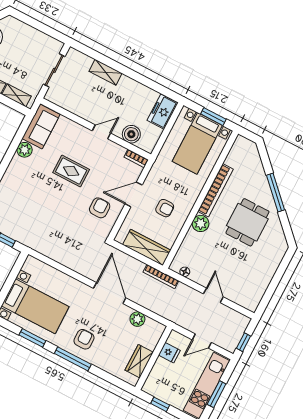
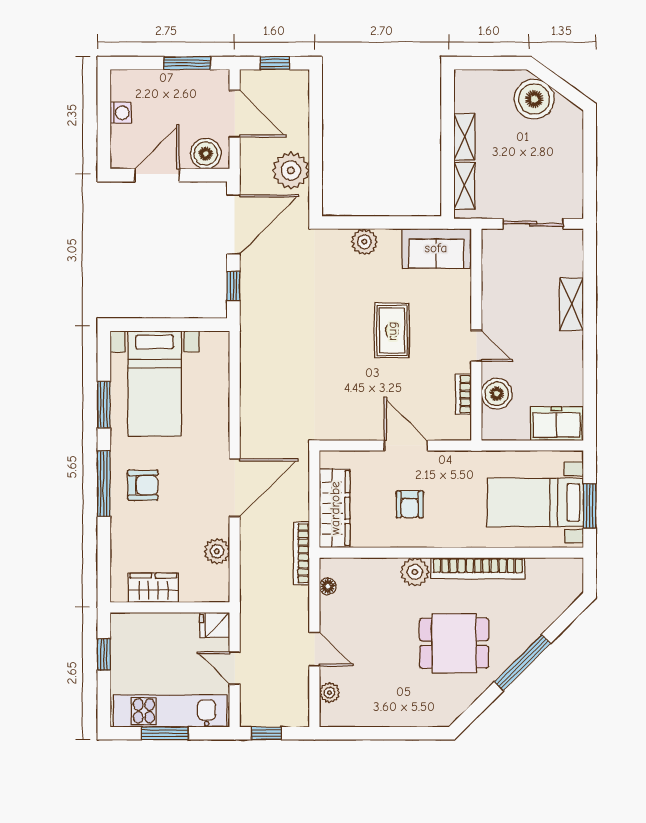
plant: (25, 150) -> (364, 242), moved
bookcase: (136, 158) -> (463, 394), moved
armchair: (100, 208) -> (358, 404), removed
door: (213, 295) -> (314, 649), hinge flipped
plant: (240, 299) -> (330, 693), added
fridge: (169, 353) -> (215, 625), moved, turned 90

